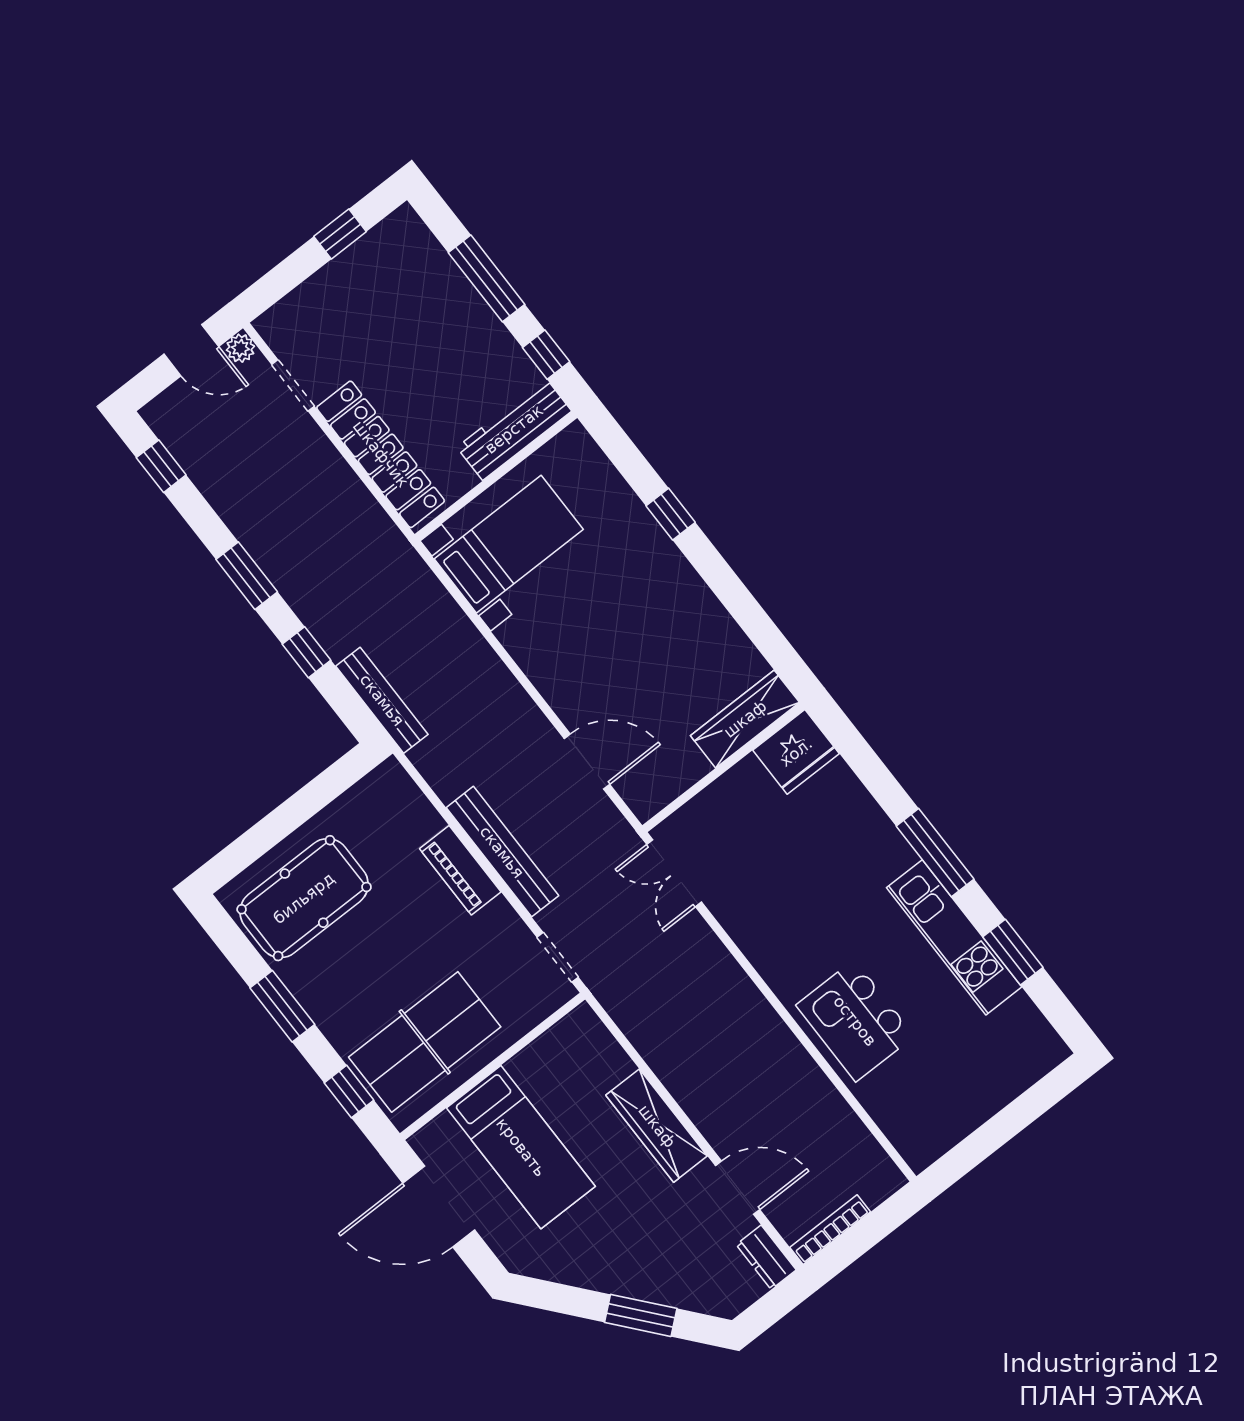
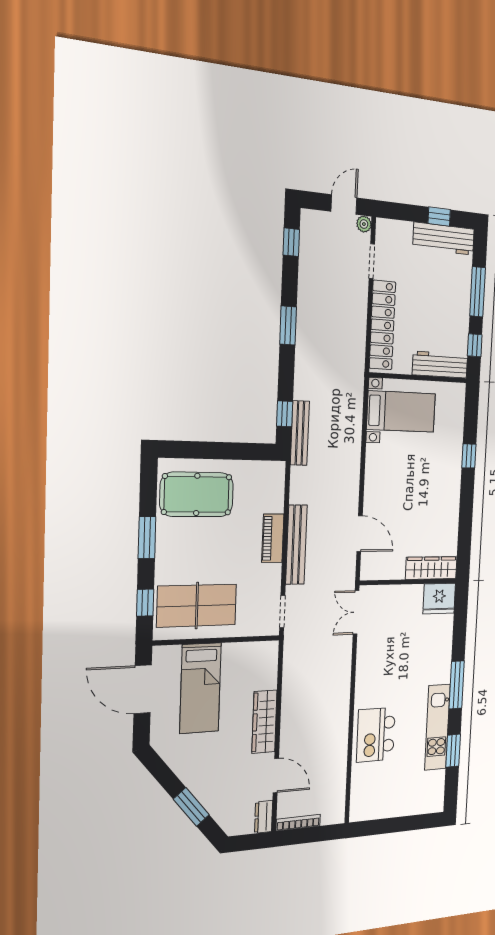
workbench: (372, 257) -> (444, 239), added
door: (191, 350) -> (344, 205), swing flipped
window: (306, 652) -> (285, 414), moved

